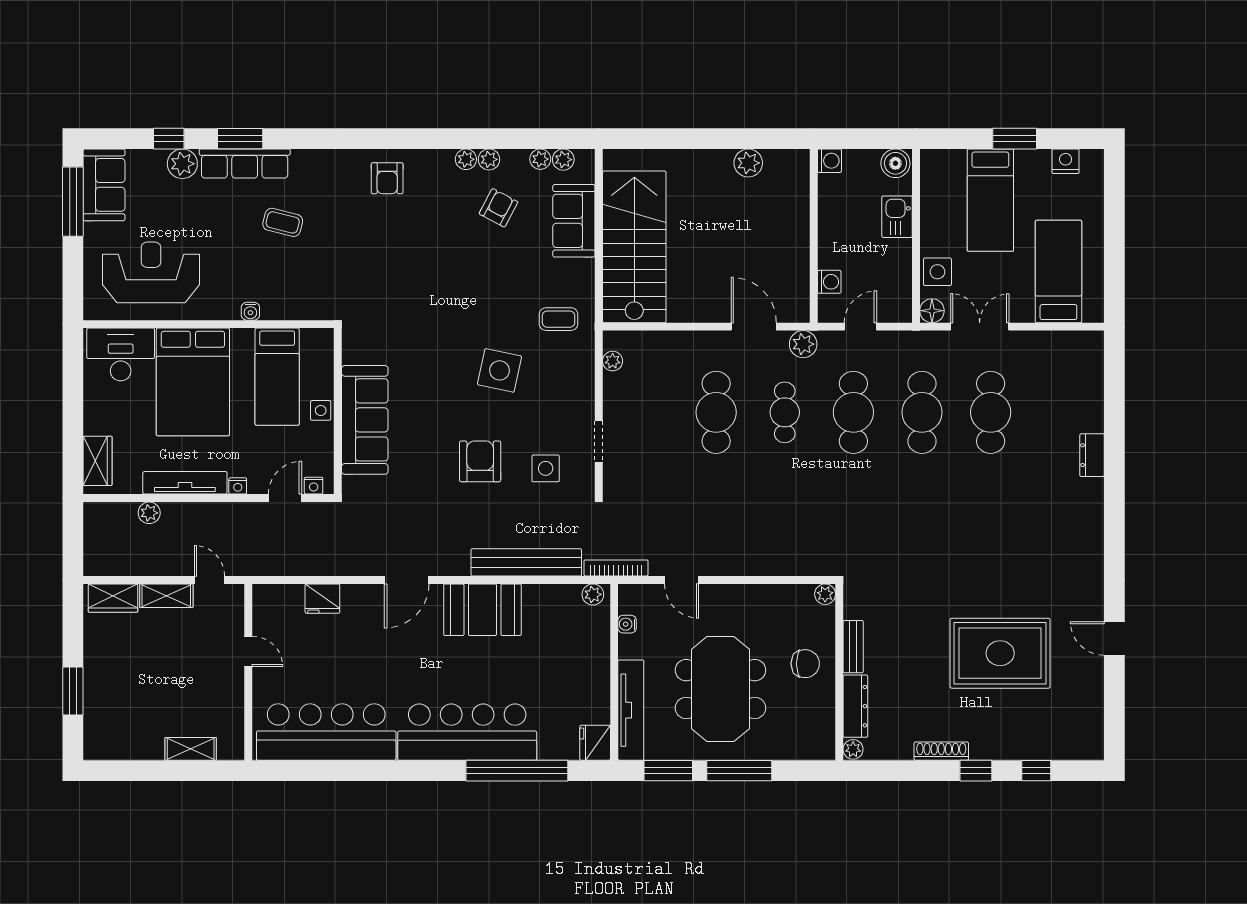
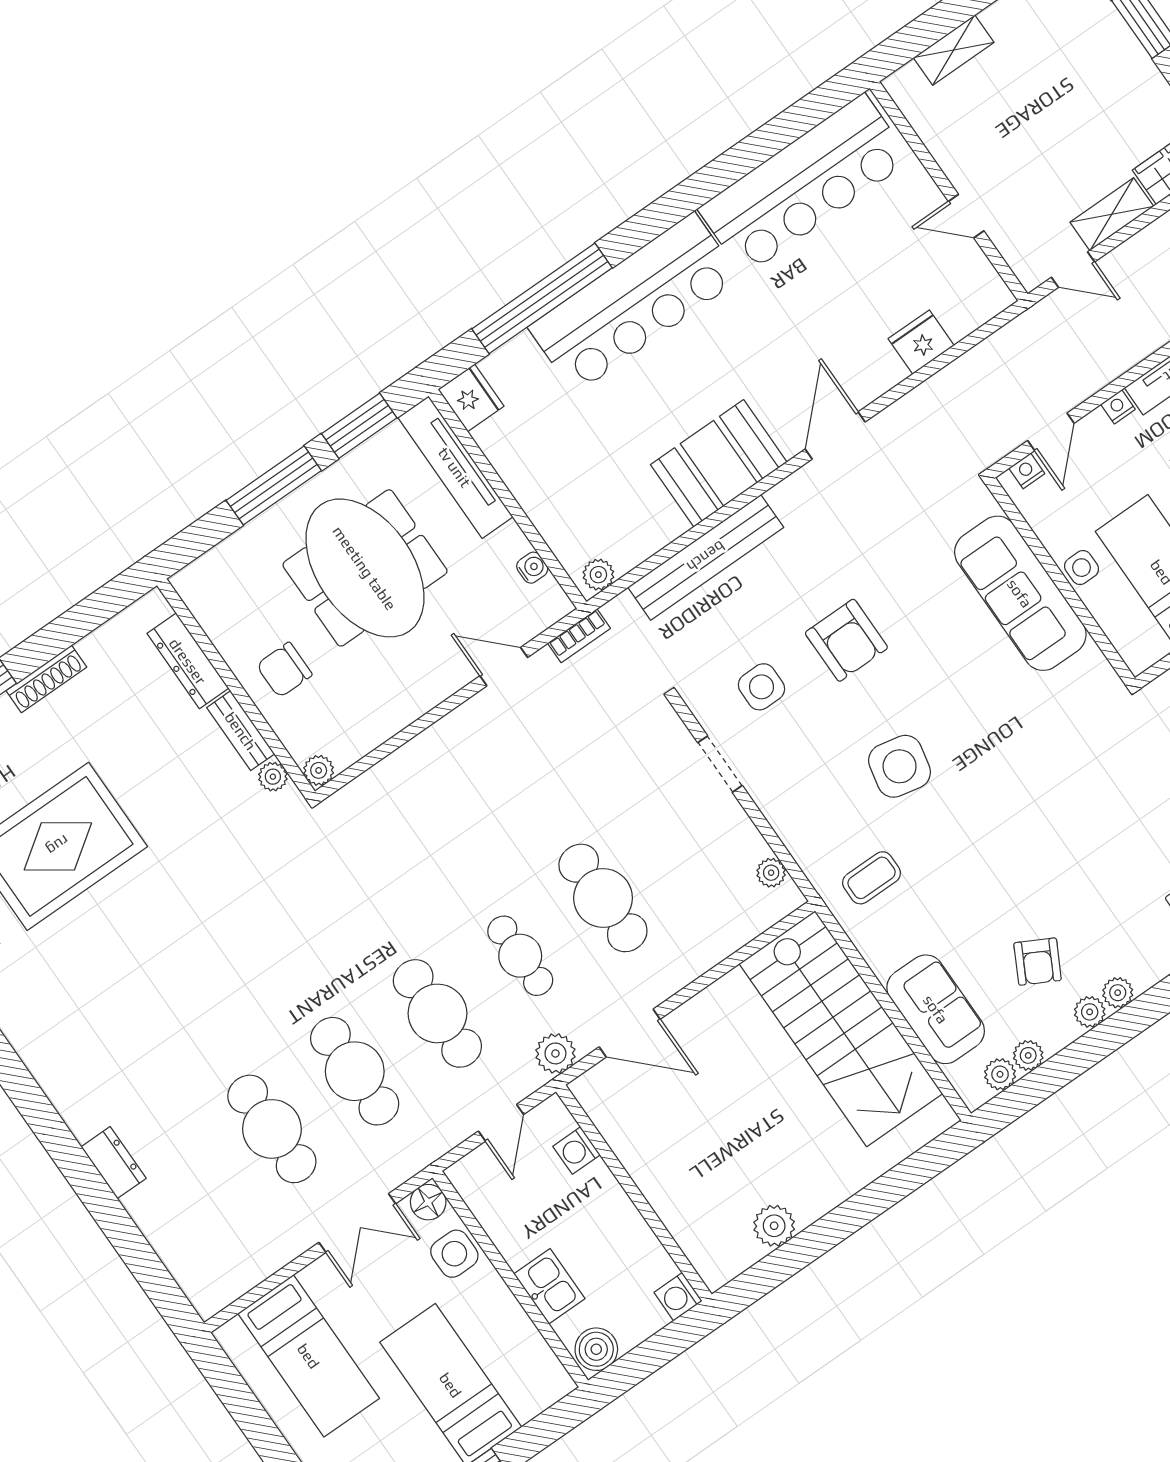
bookcase: (616, 568) -> (579, 636), width x0.64
plant: (853, 749) -> (273, 777), moved

